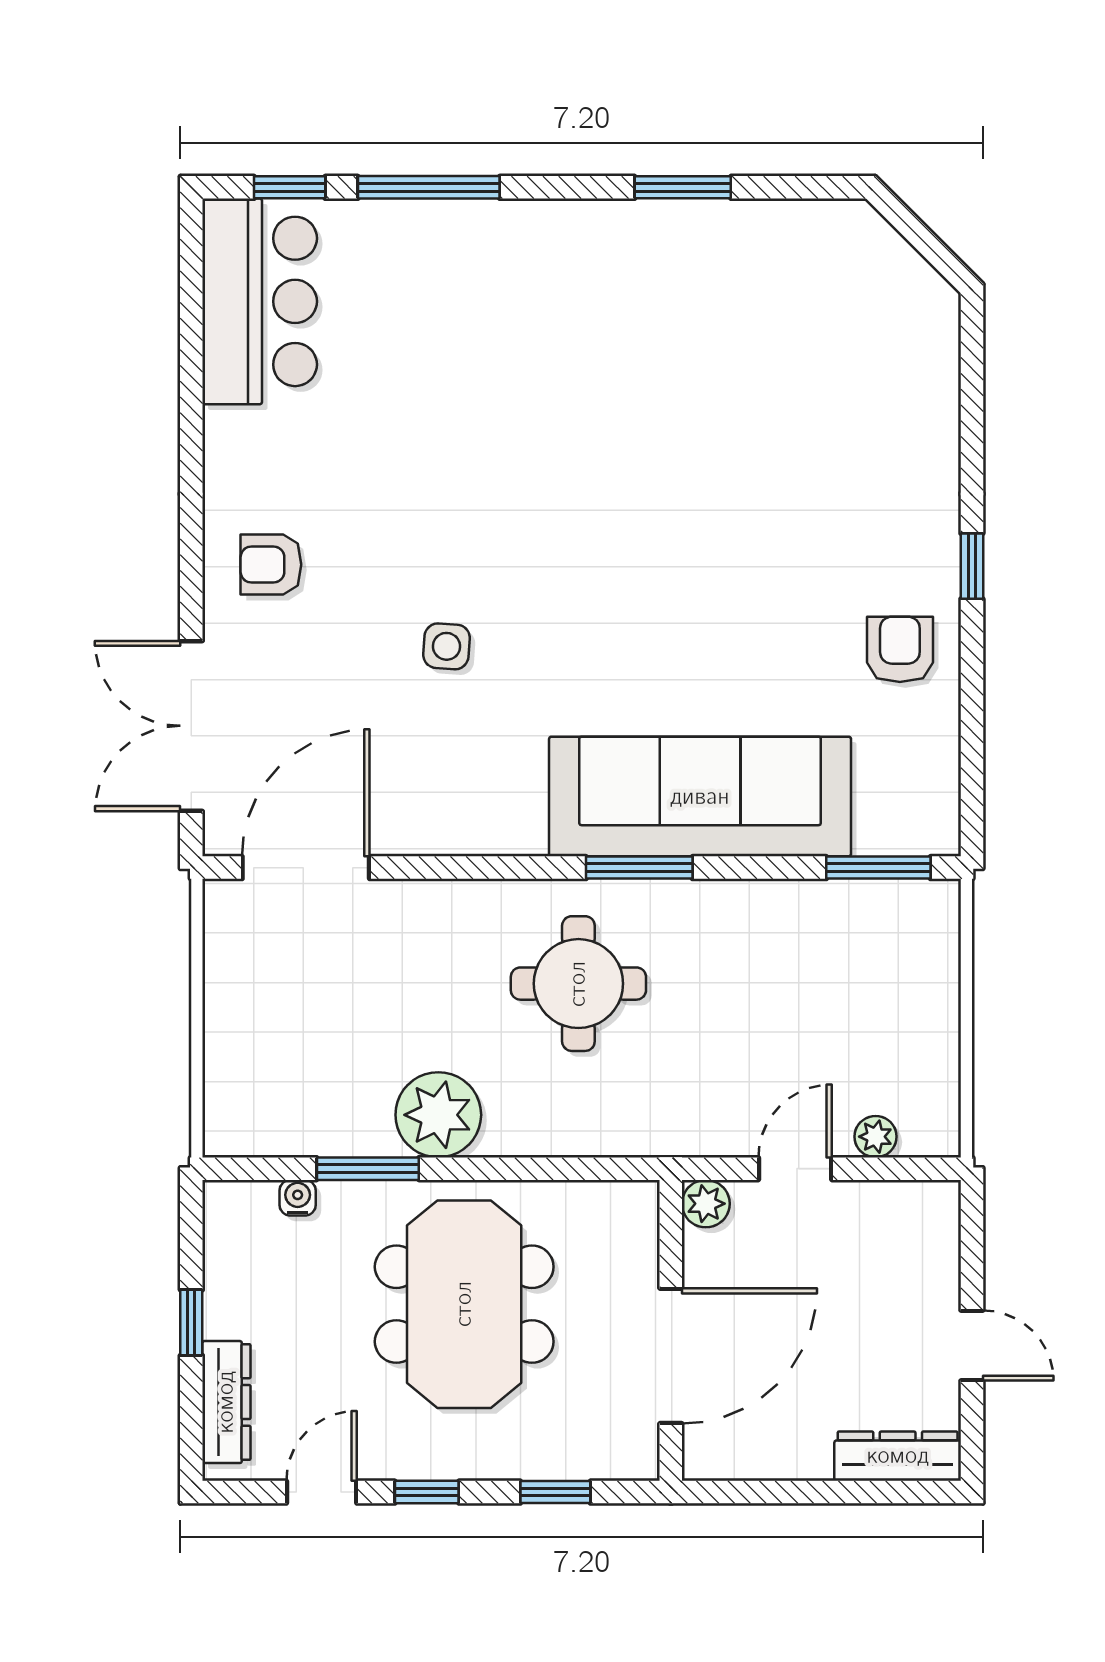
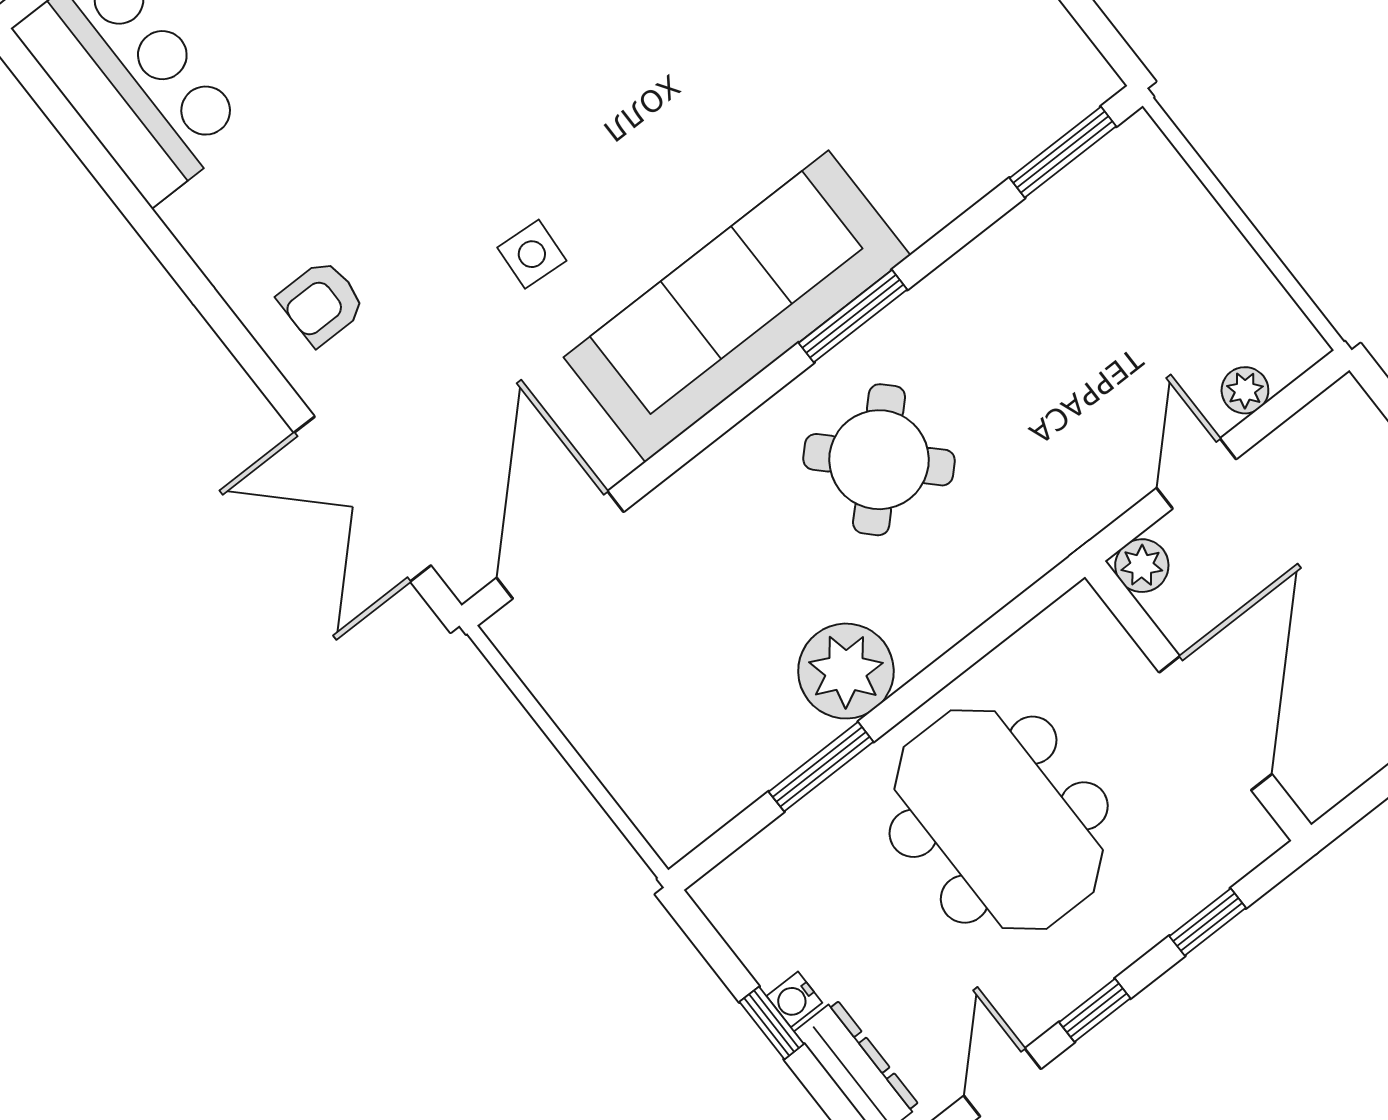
sofa: (700, 797) -> (737, 306), moved
round table: (578, 984) -> (879, 460), turned 45
water cooler: (298, 1198) -> (794, 999), moved, turned -90

